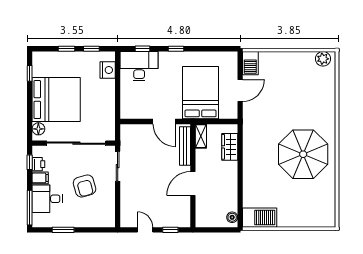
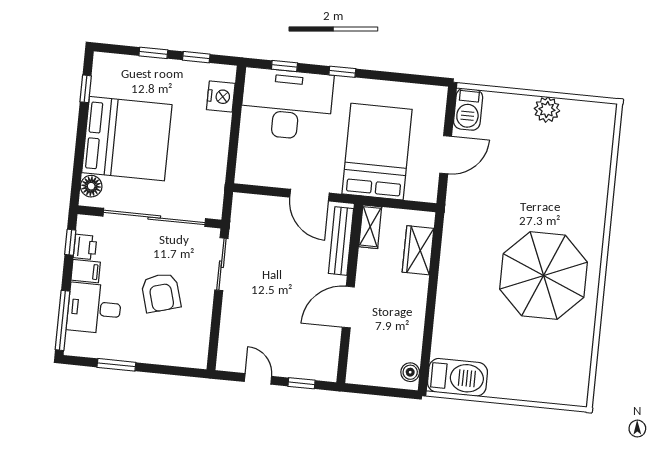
plant: (323, 59) -> (547, 110), moved
desk: (139, 66) -> (287, 104), width x1.36, depth x1.30

